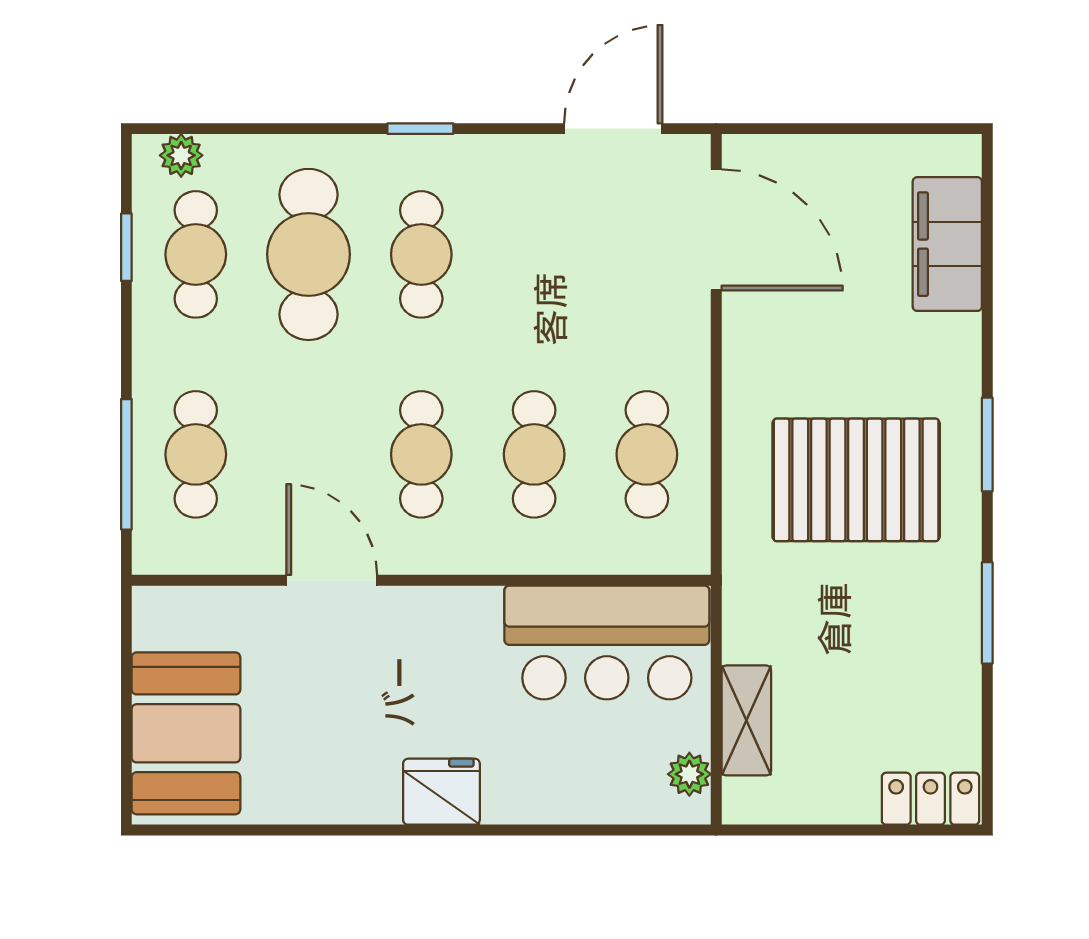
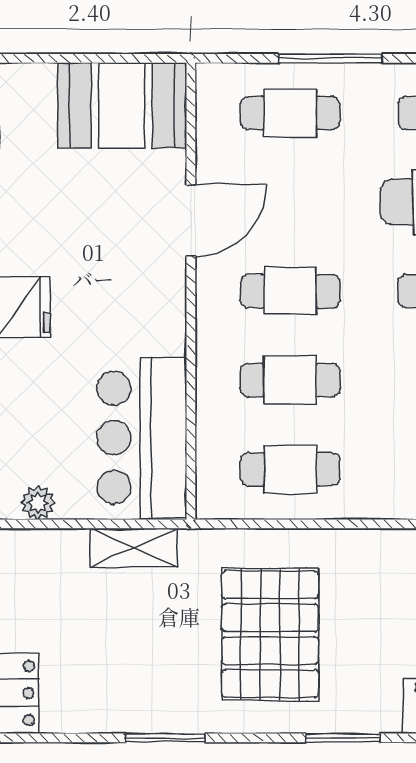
window: (987, 444) -> (343, 738), moved
window: (126, 464) -> (330, 58), moved
shelving: (746, 720) -> (134, 548), moved
booth: (186, 733) -> (122, 105), moved

